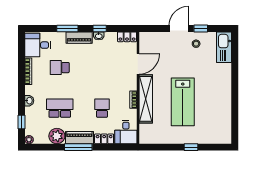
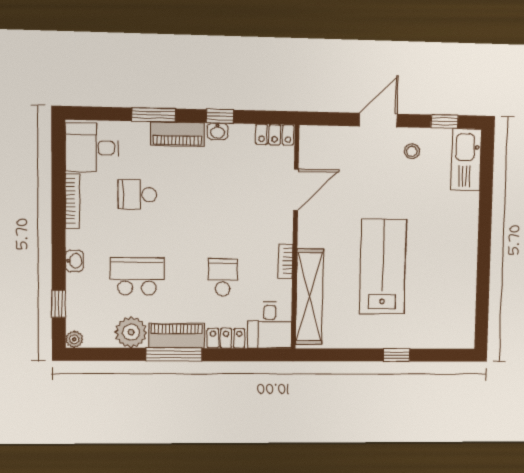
window: (201, 28) -> (444, 122), moved
shelving: (146, 99) -> (309, 297), moved
lab bench: (183, 102) -> (383, 266), turned 180

